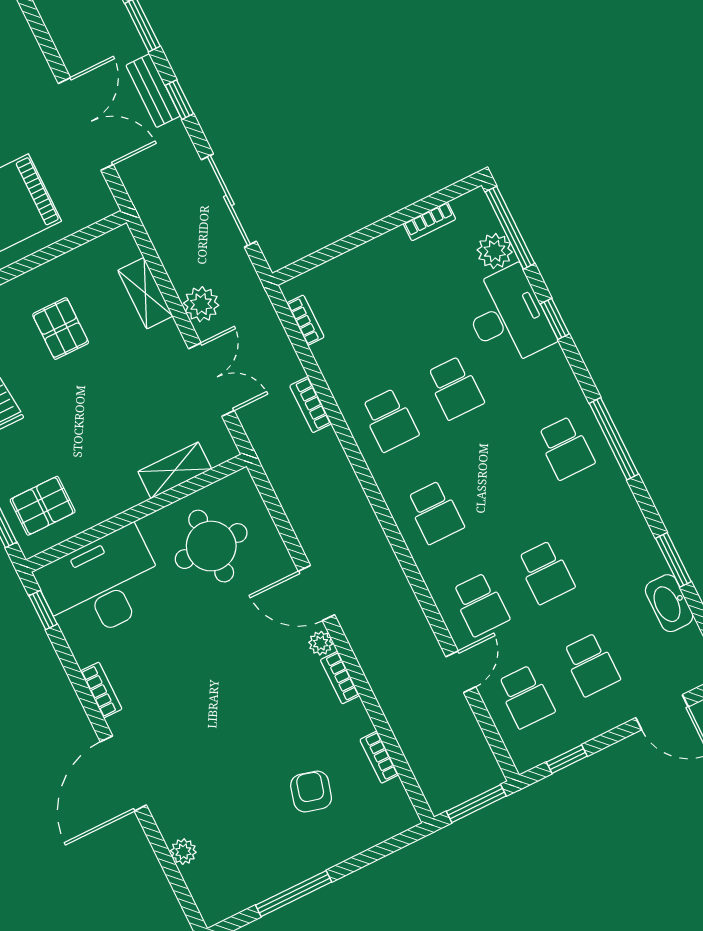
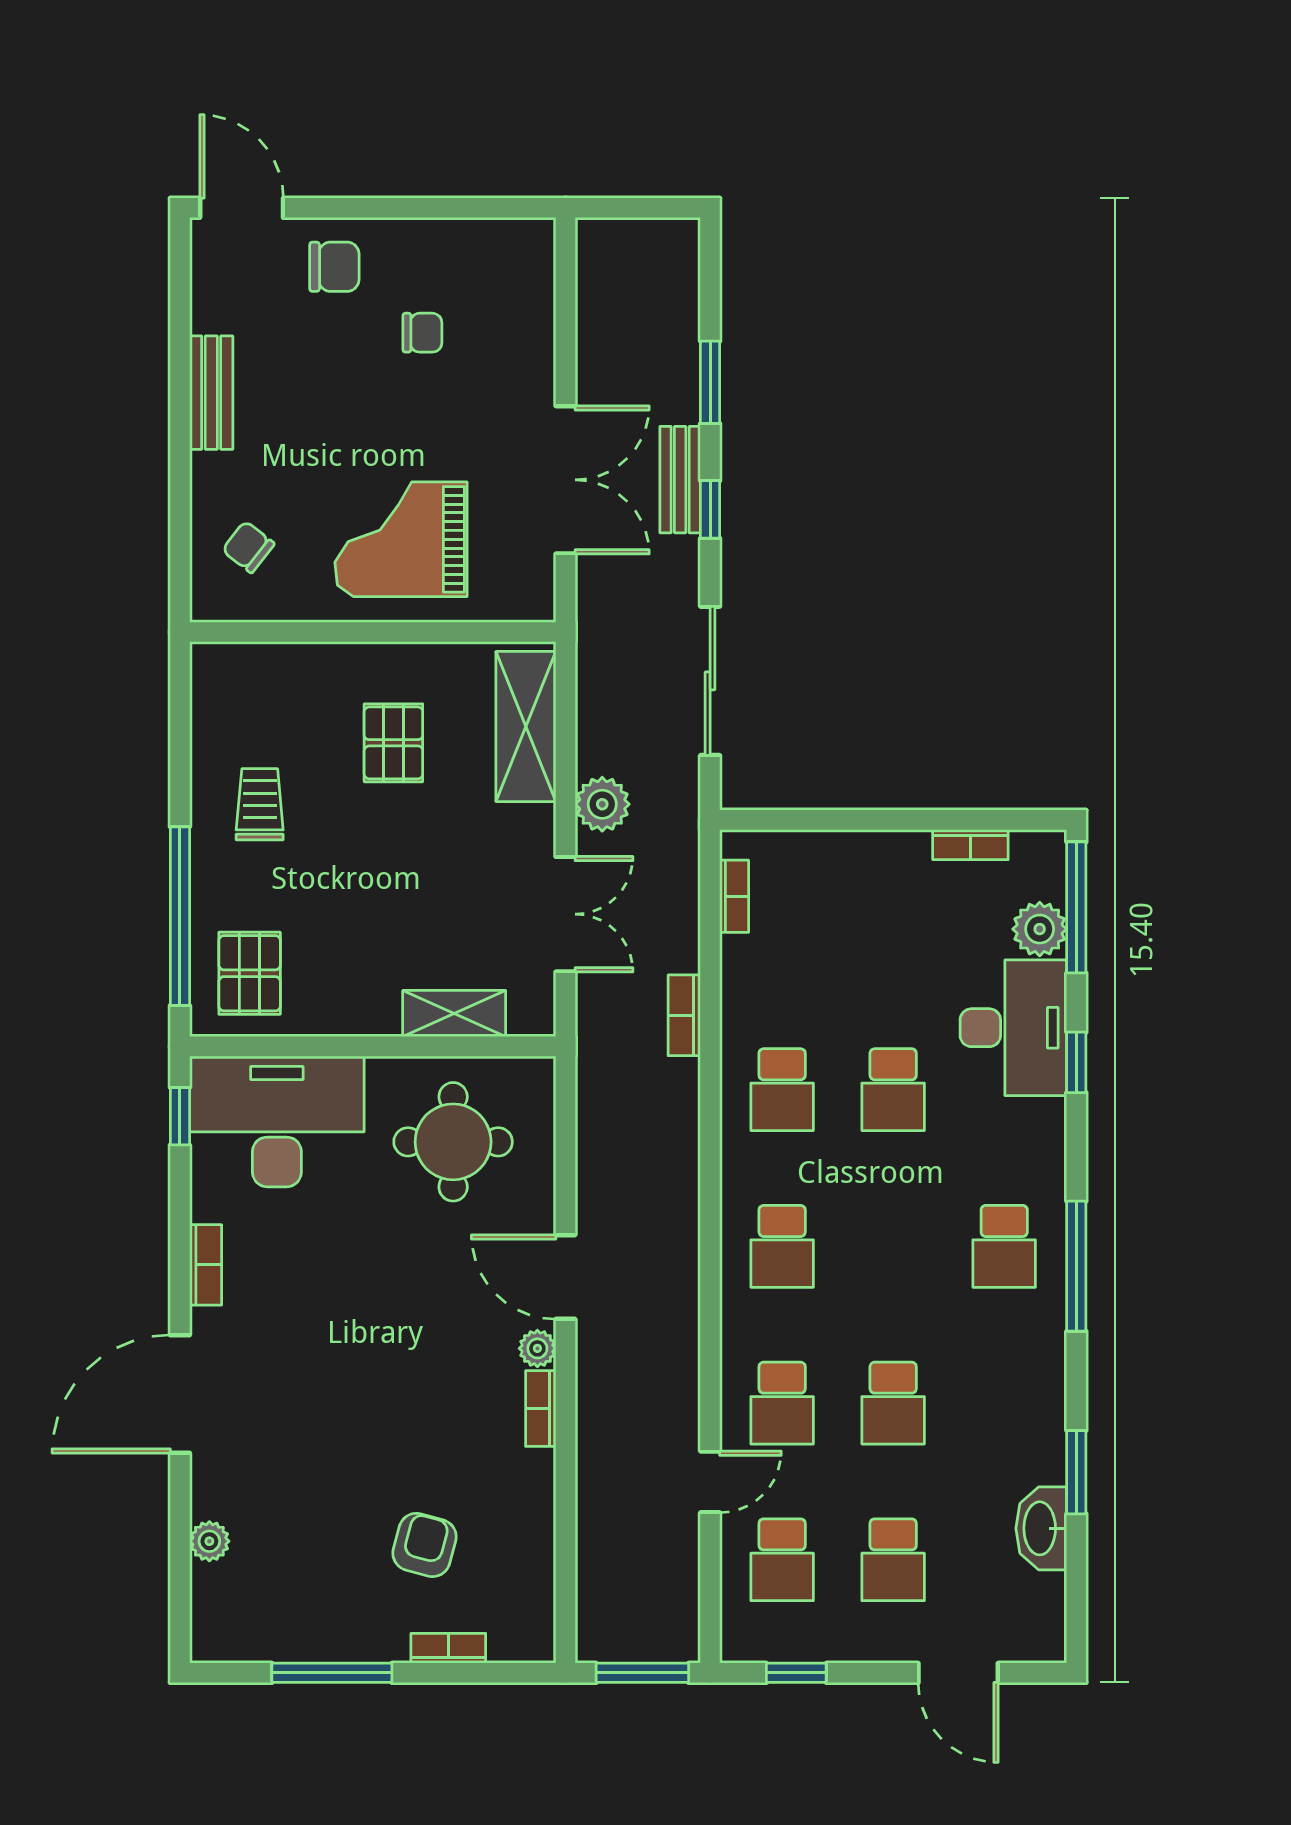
shelving: (145, 293) -> (526, 727), width x1.50, depth x1.33
pallet: (43, 506) -> (250, 973), turned 90
bookcase: (379, 757) -> (448, 1648), moved, turned 90

